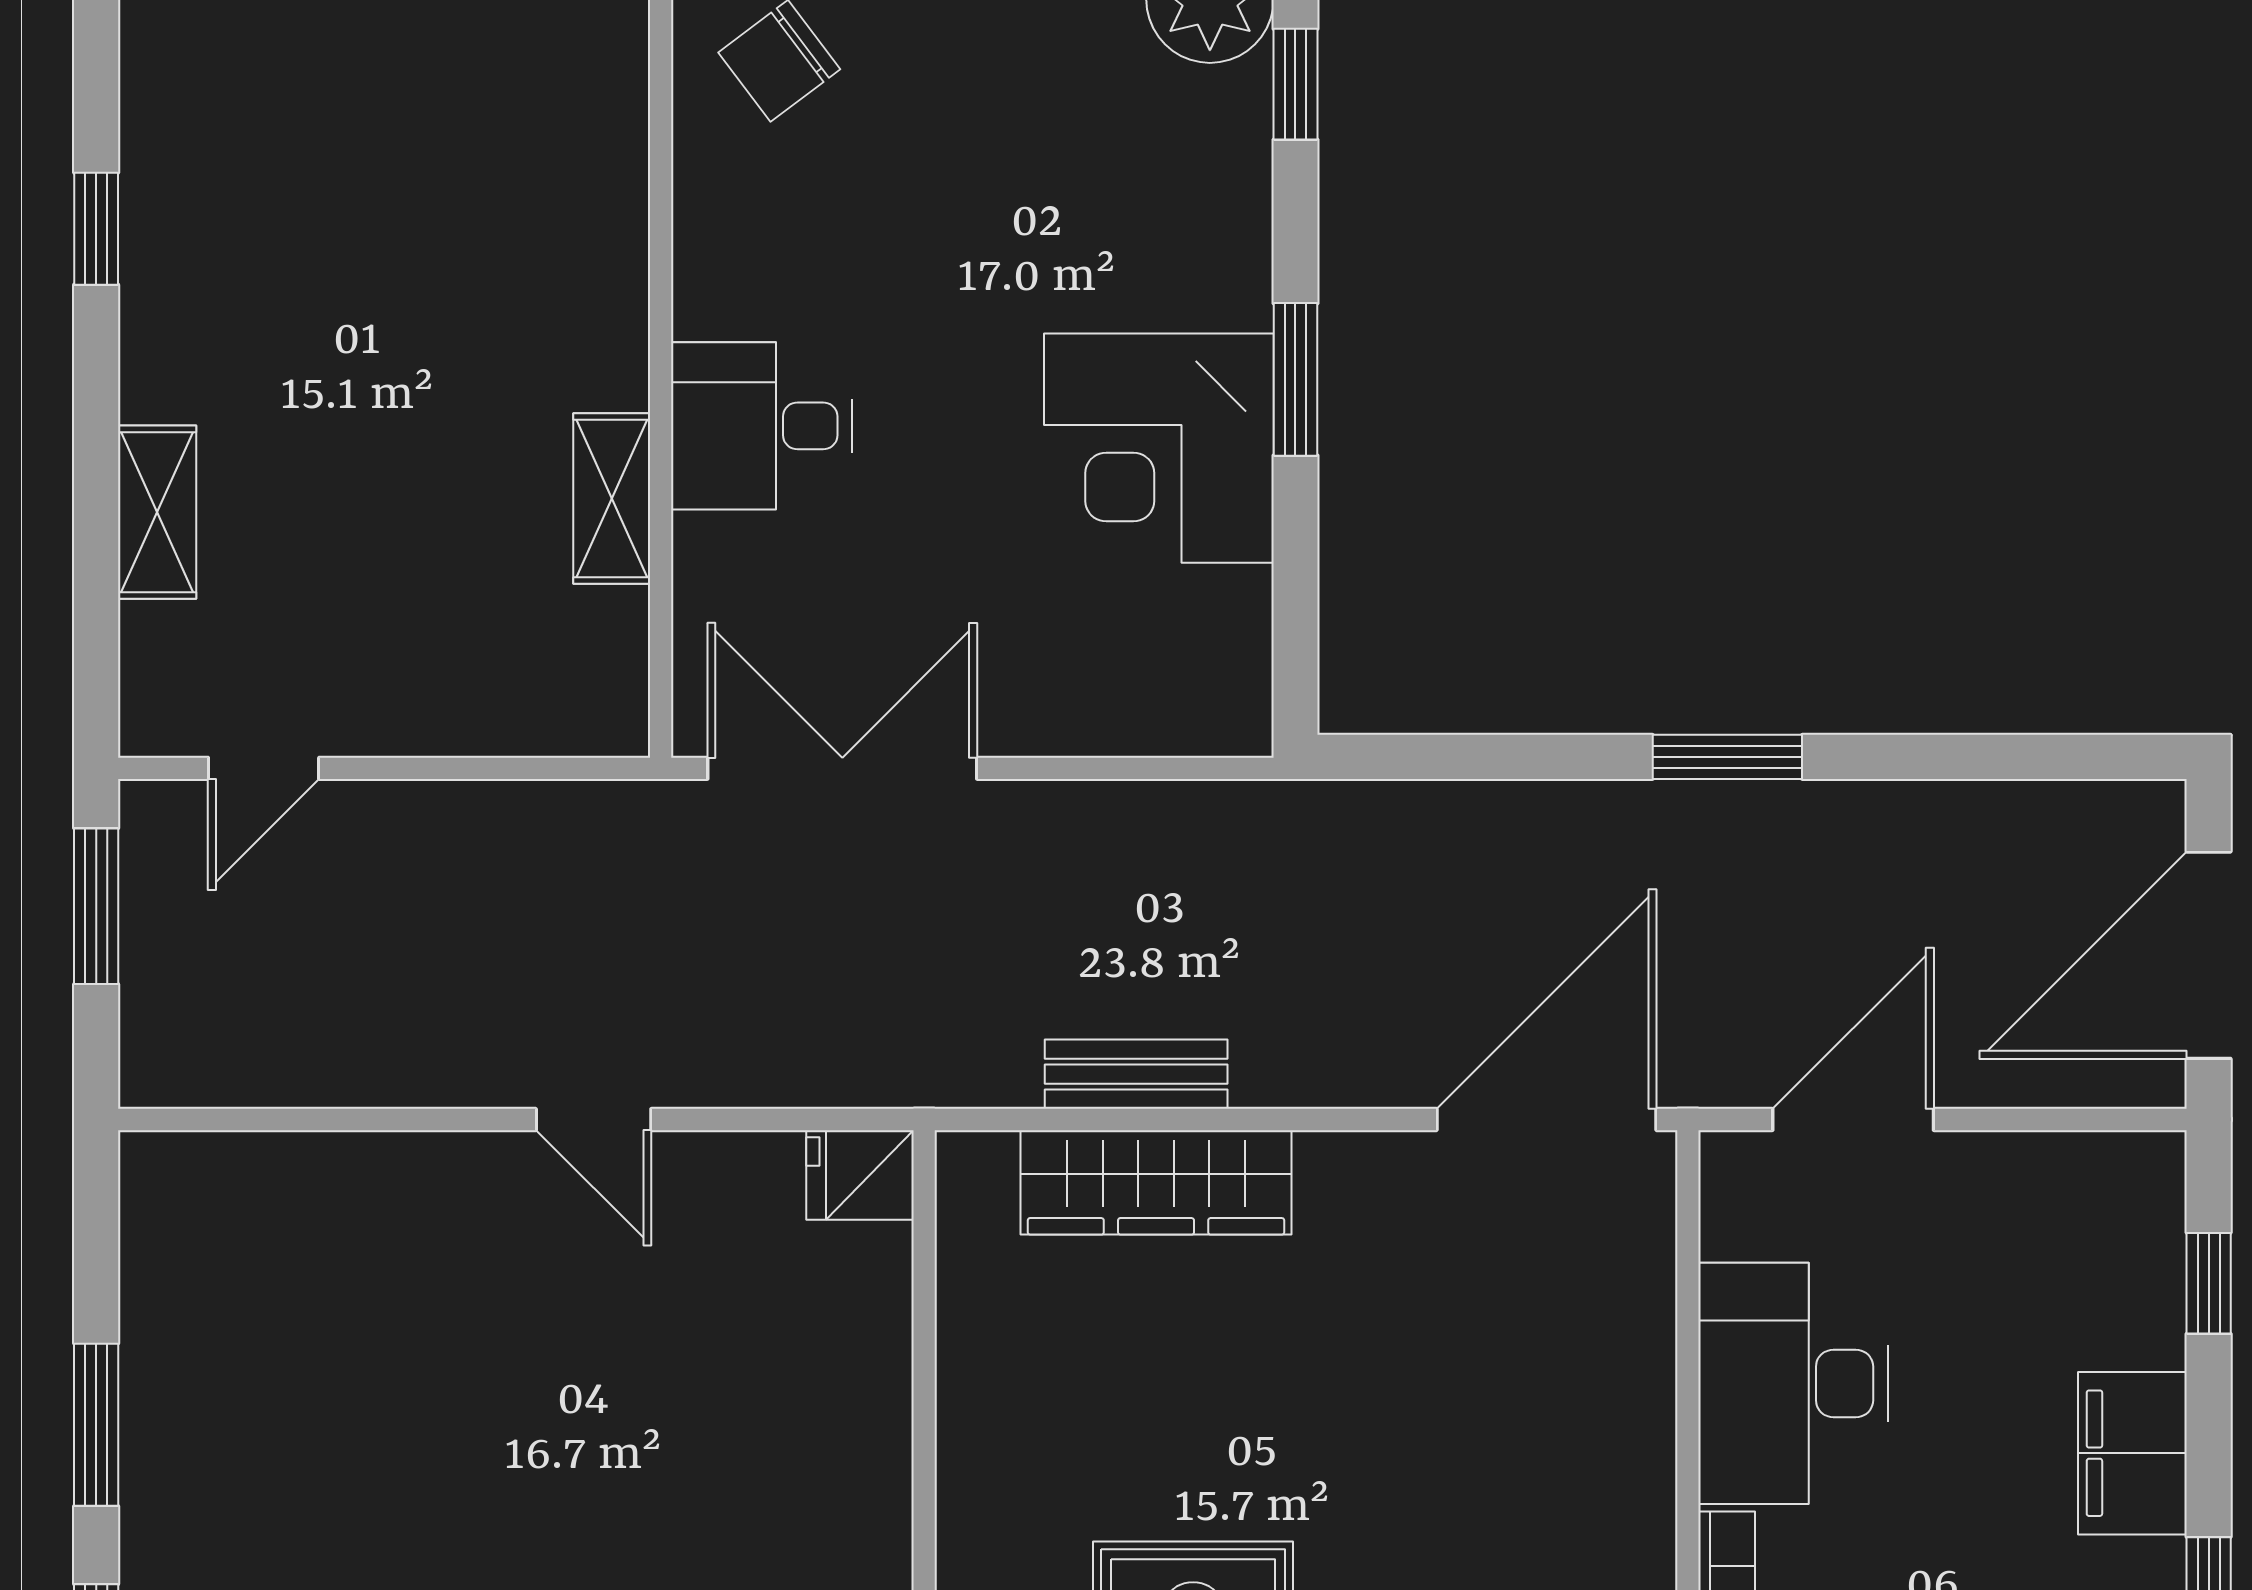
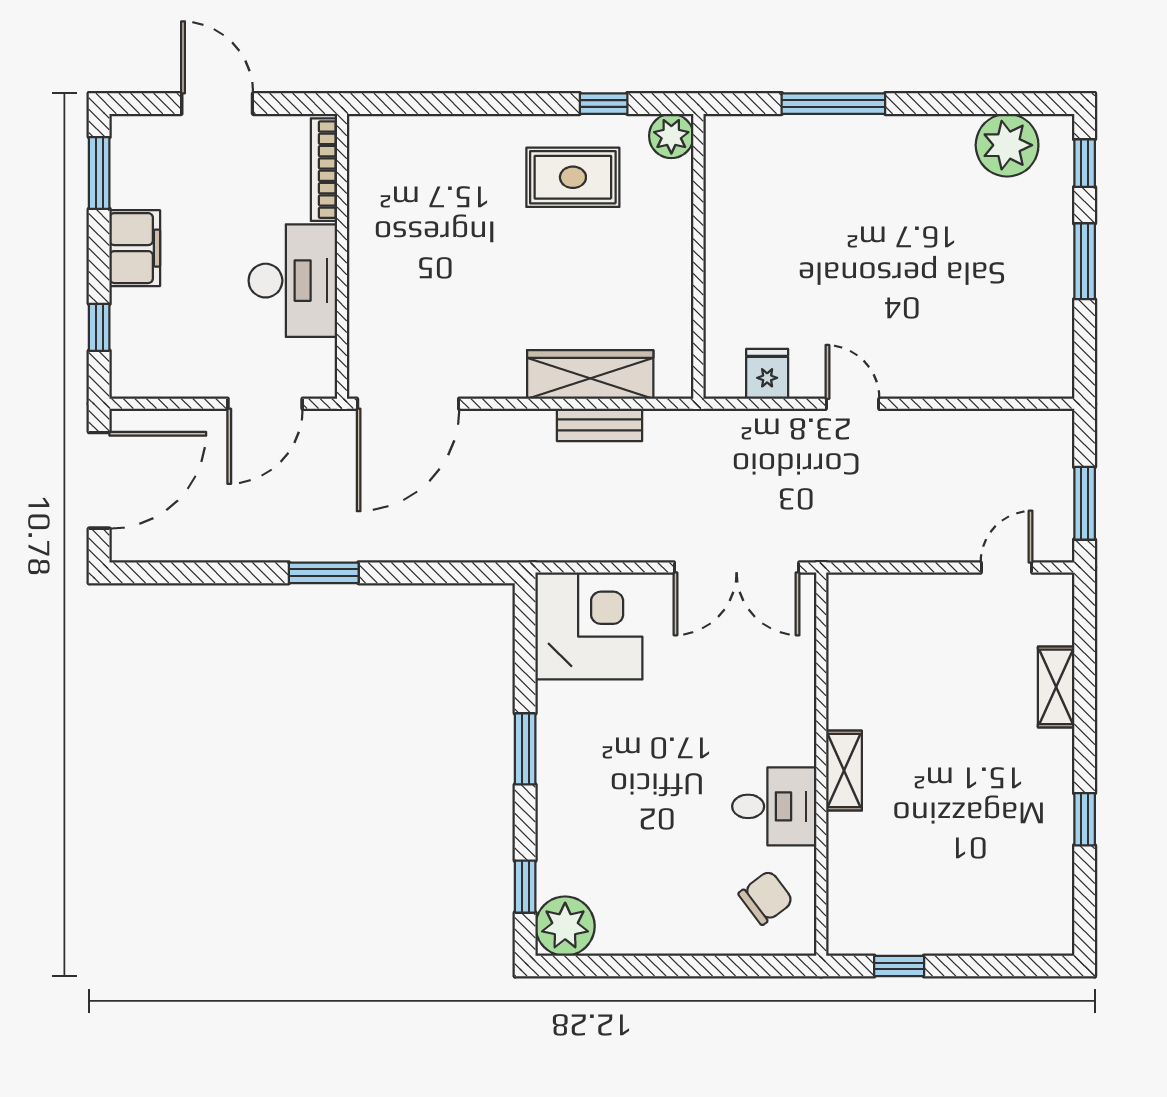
desk: (762, 426) -> (774, 806), moved
corner desk: (1159, 448) -> (589, 626), moved
shelving: (612, 498) -> (844, 771), moved
fridge: (860, 1175) -> (767, 374), moved, turned -90

